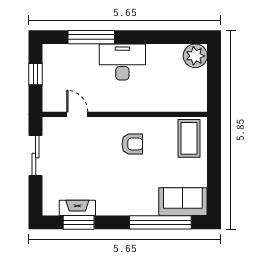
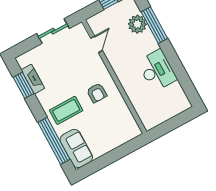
plant: (195, 56) -> (137, 24), moved
desk: (122, 62) -> (157, 70), moved
coffee table: (189, 138) -> (66, 110), moved

